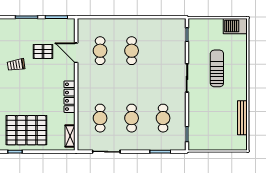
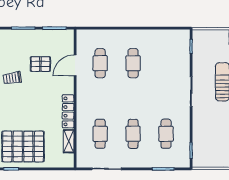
door: (76, 53) -> (75, 65), hinge flipped
shelving: (70, 136) -> (69, 141), moved

